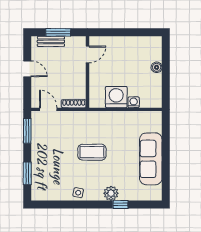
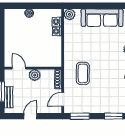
plant: (79, 74) -> (35, 75), added
washing machine: (116, 97) -> (57, 22), moved, width x0.53, depth x0.53
plant: (155, 118) -> (69, 14), added
coffee table: (92, 152) -> (83, 73), moved

